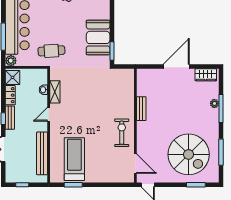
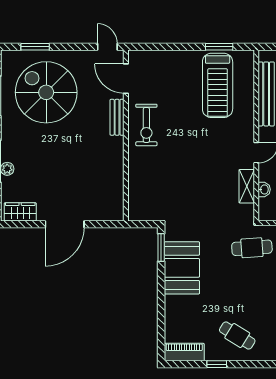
bench: (141, 109) -> (117, 117), moved

